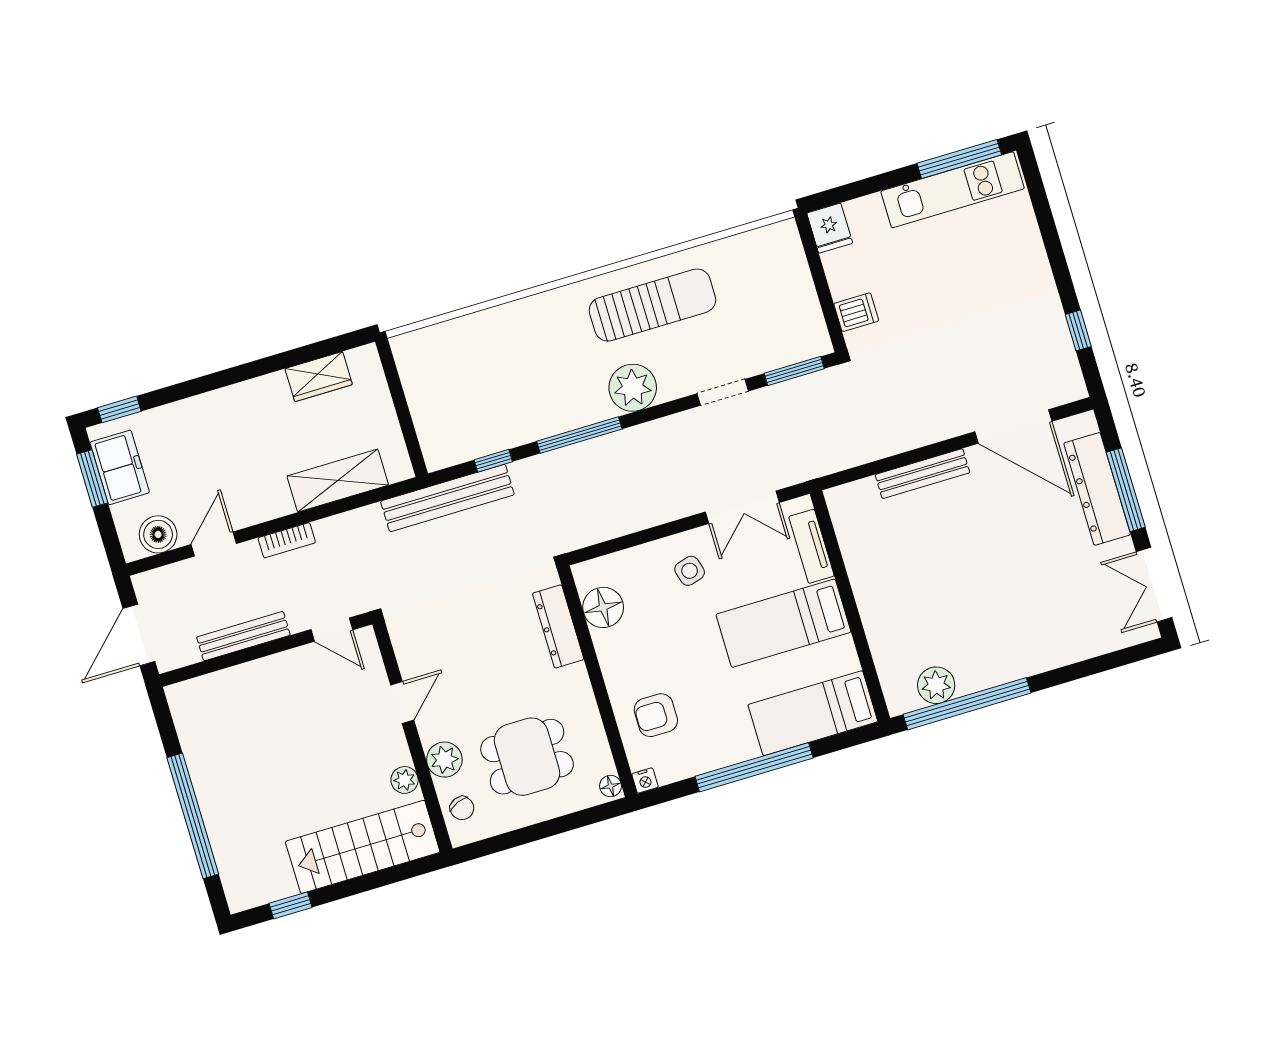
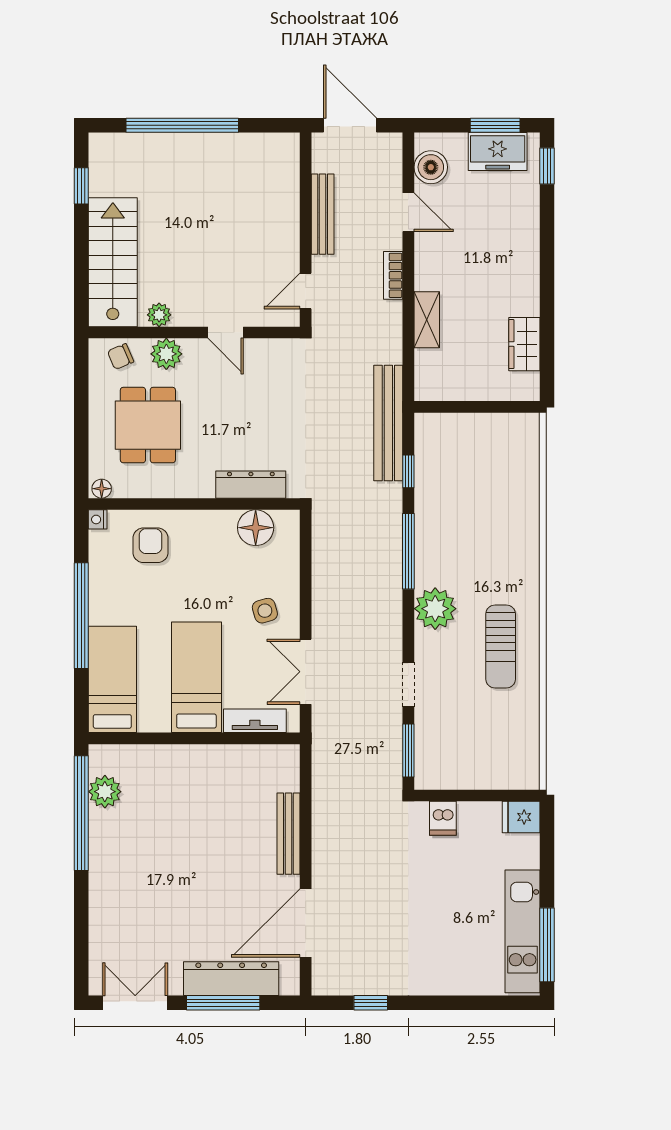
sun lounger: (652, 305) -> (501, 646), width x0.73, depth x0.75
shelving: (338, 481) -> (427, 320), width x0.67, depth x0.75

